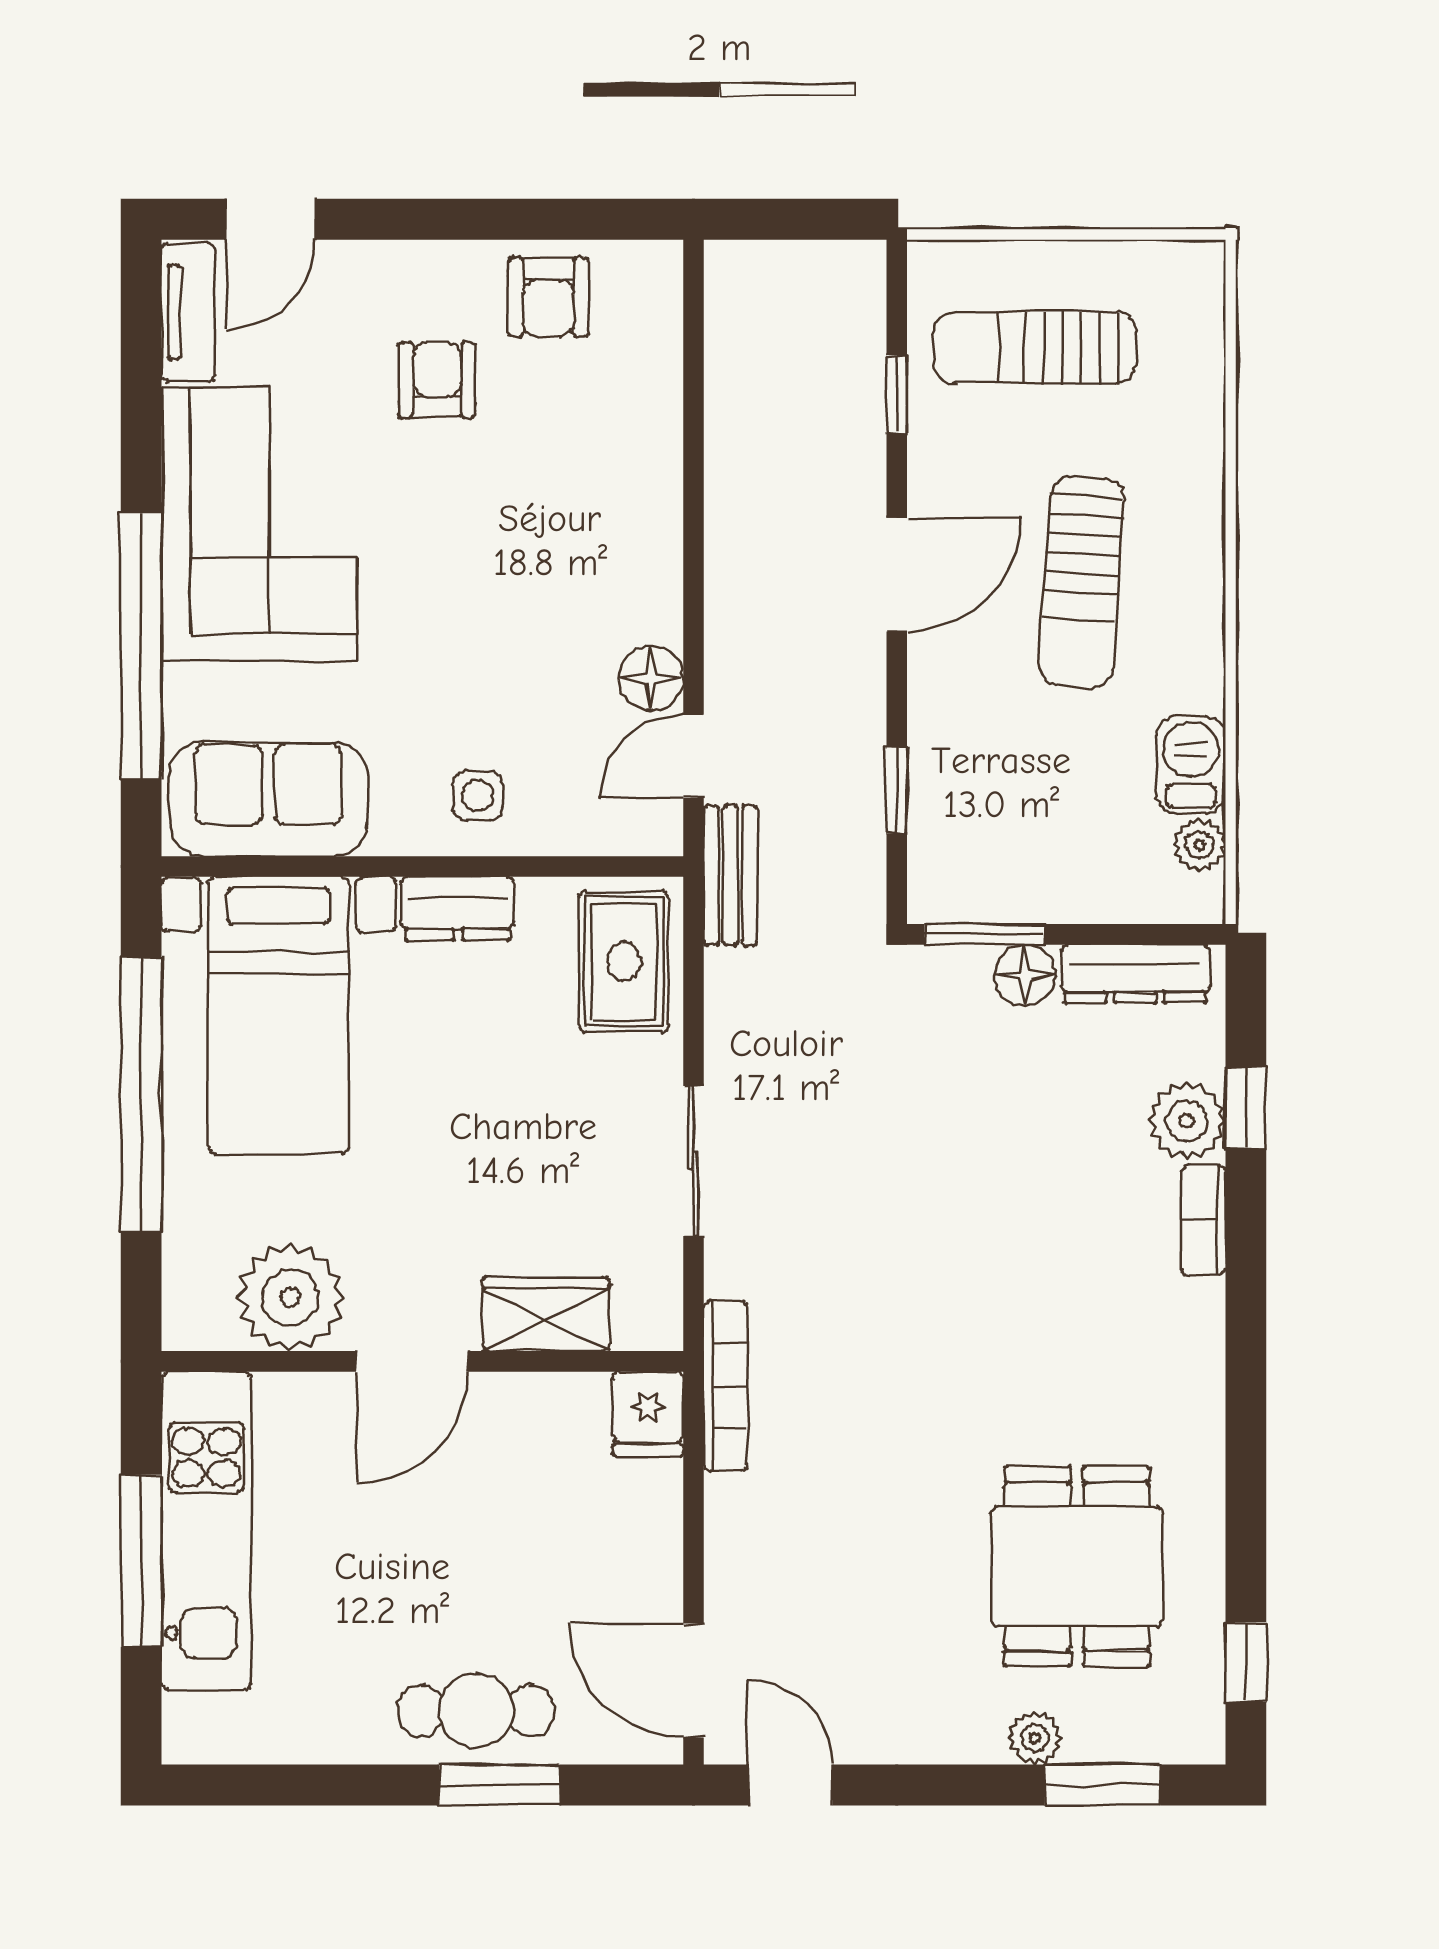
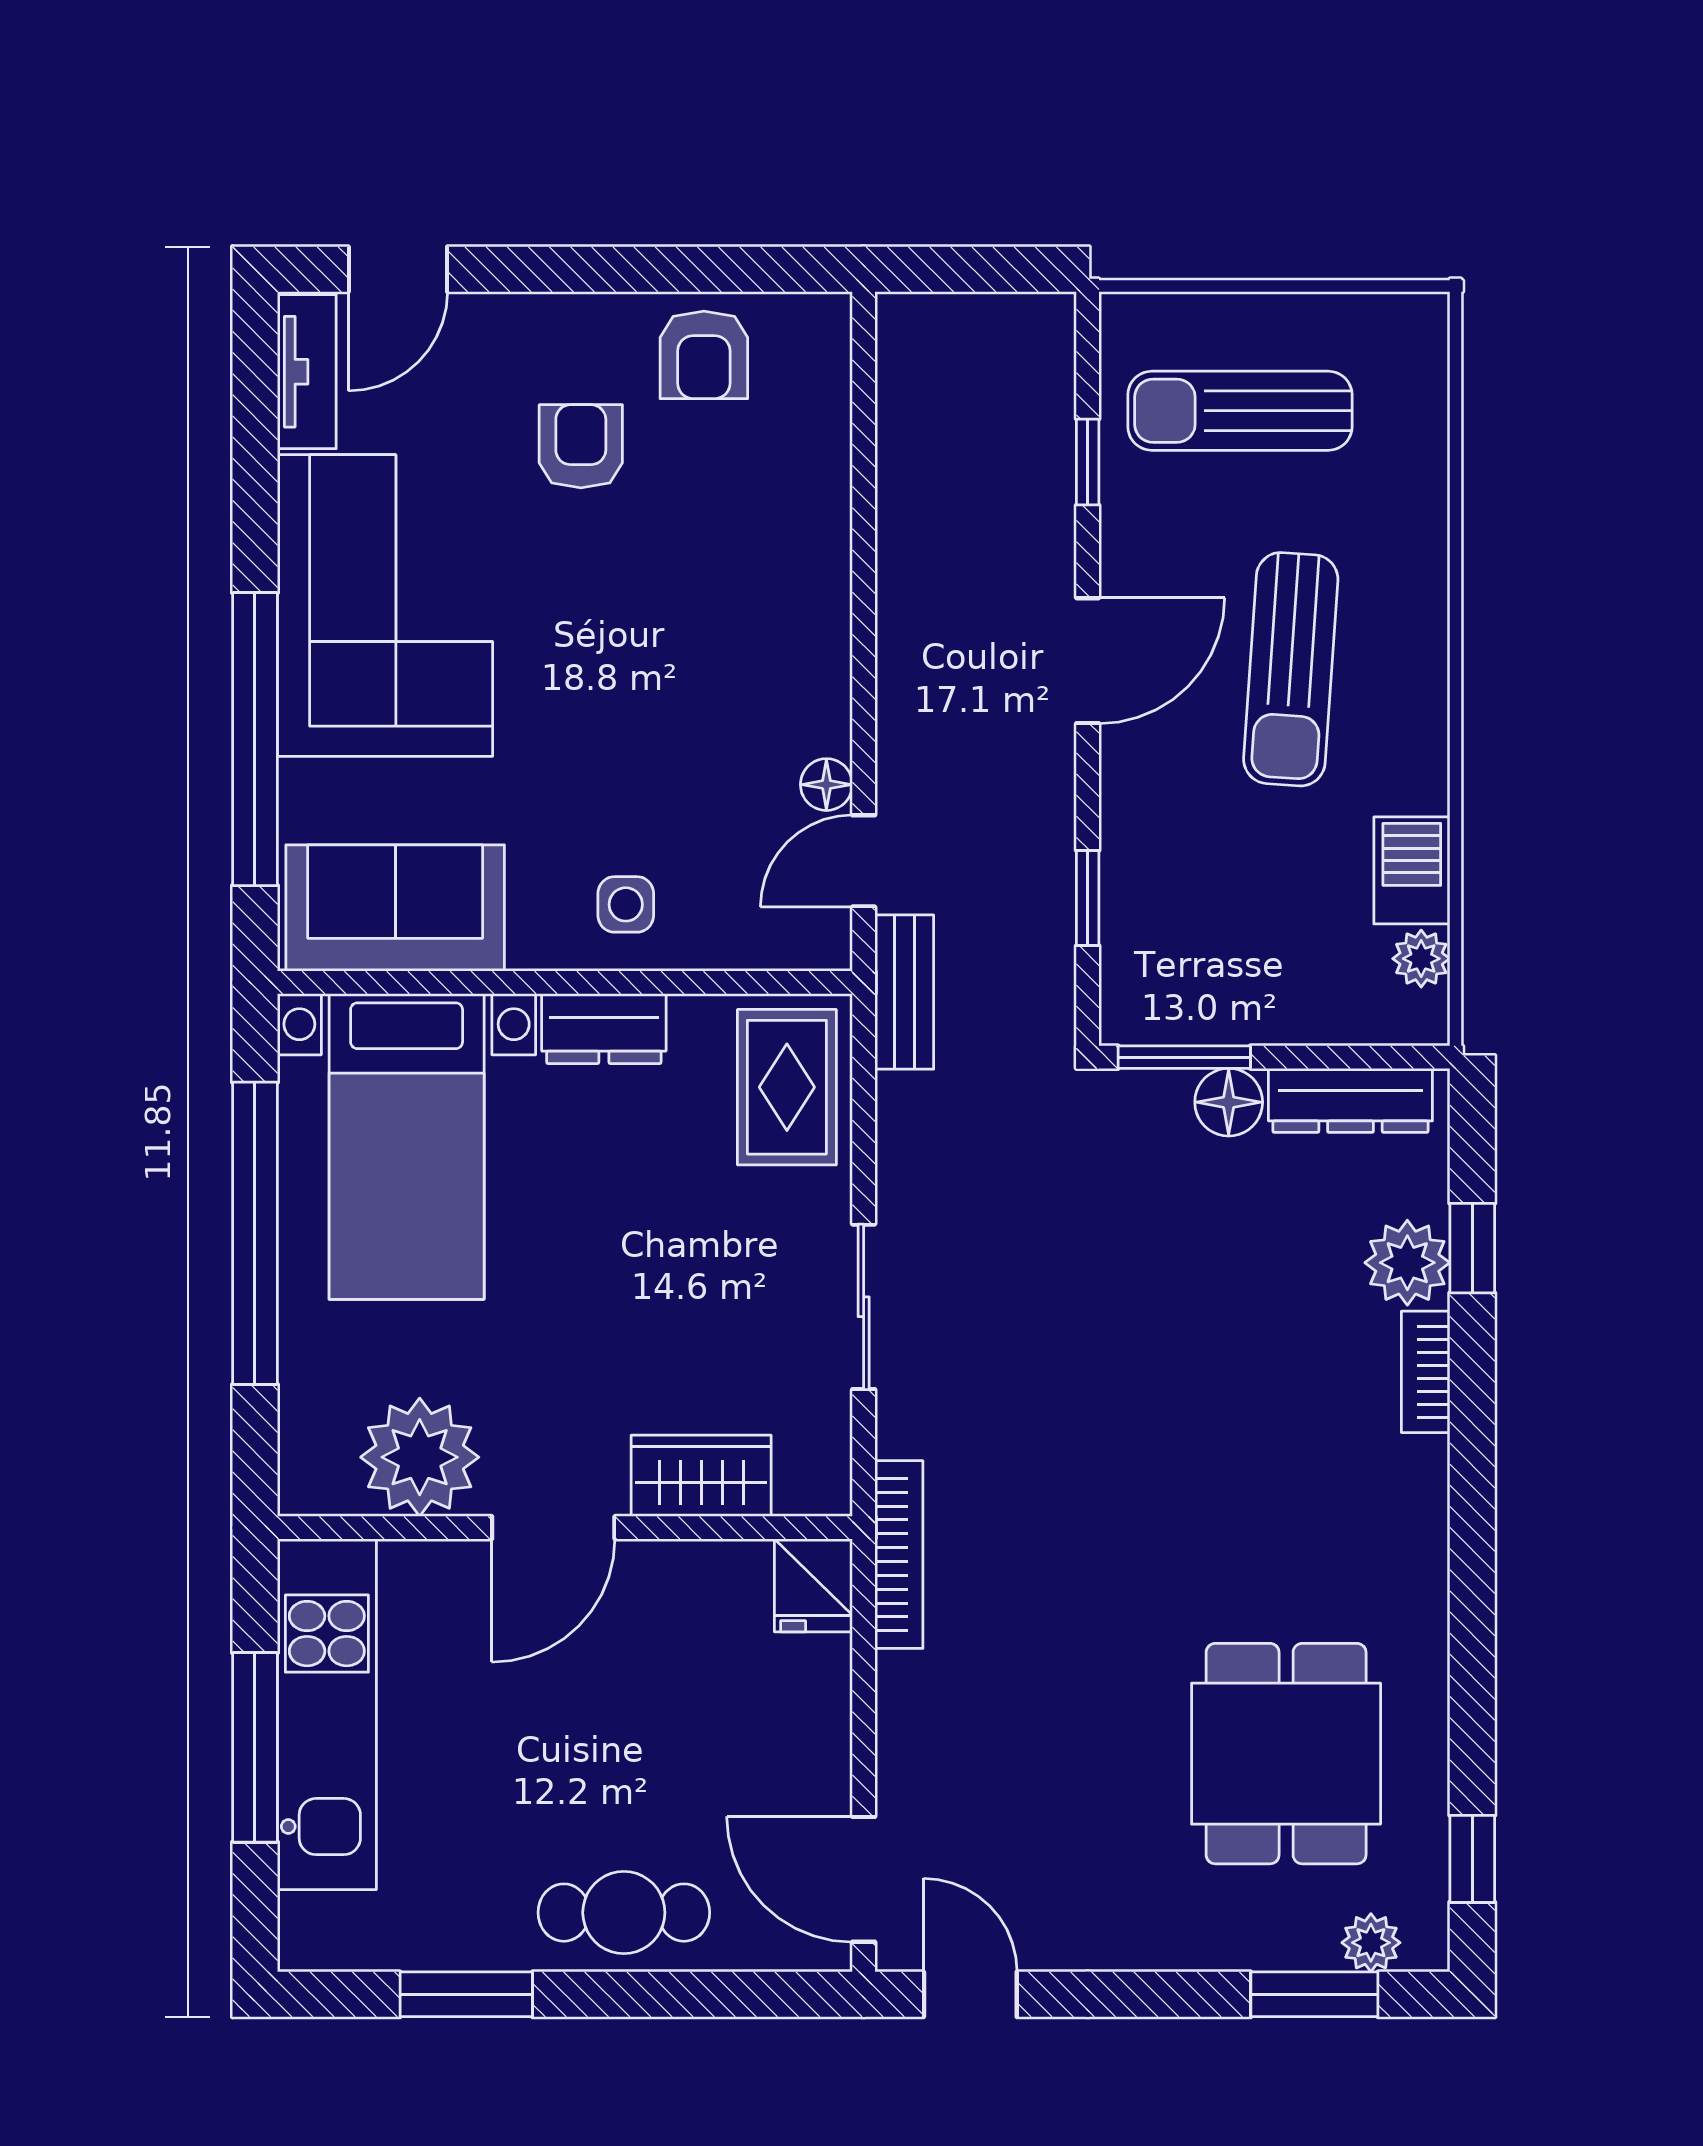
floor lamp: (651, 678) -> (826, 785), width x0.73, depth x0.73
plant: (1035, 1738) -> (1371, 1943), moved
window: (499, 1785) -> (466, 1994), moved

